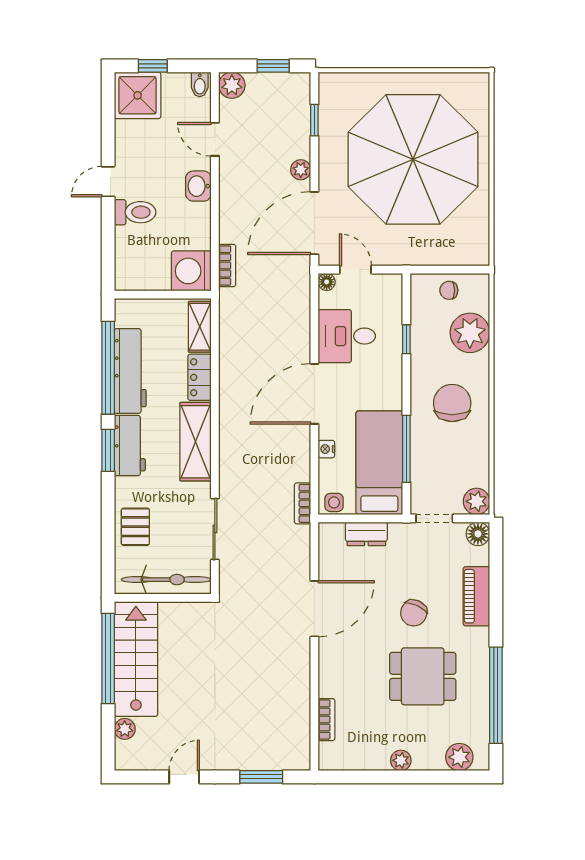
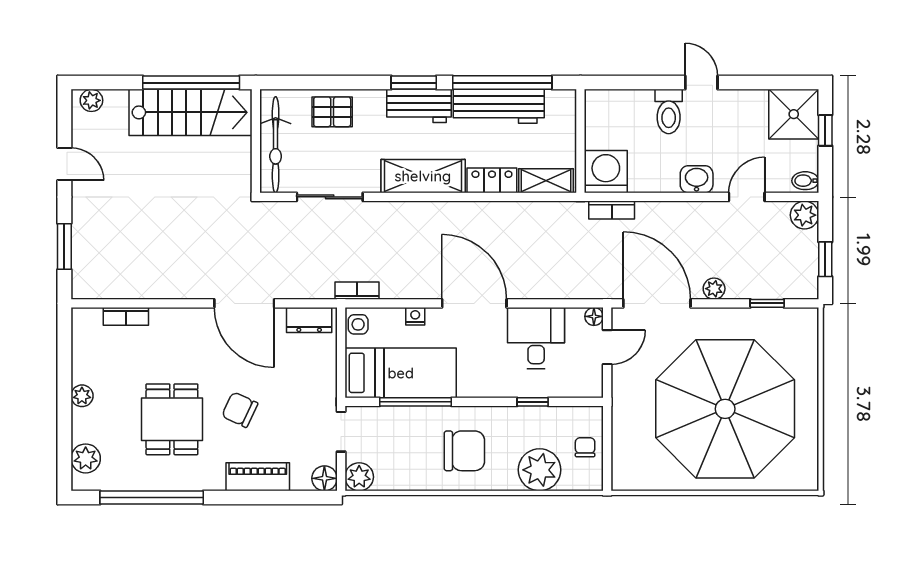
dresser: (366, 534) -> (309, 320), moved, turned -90
plant: (125, 729) -> (91, 100), moved

